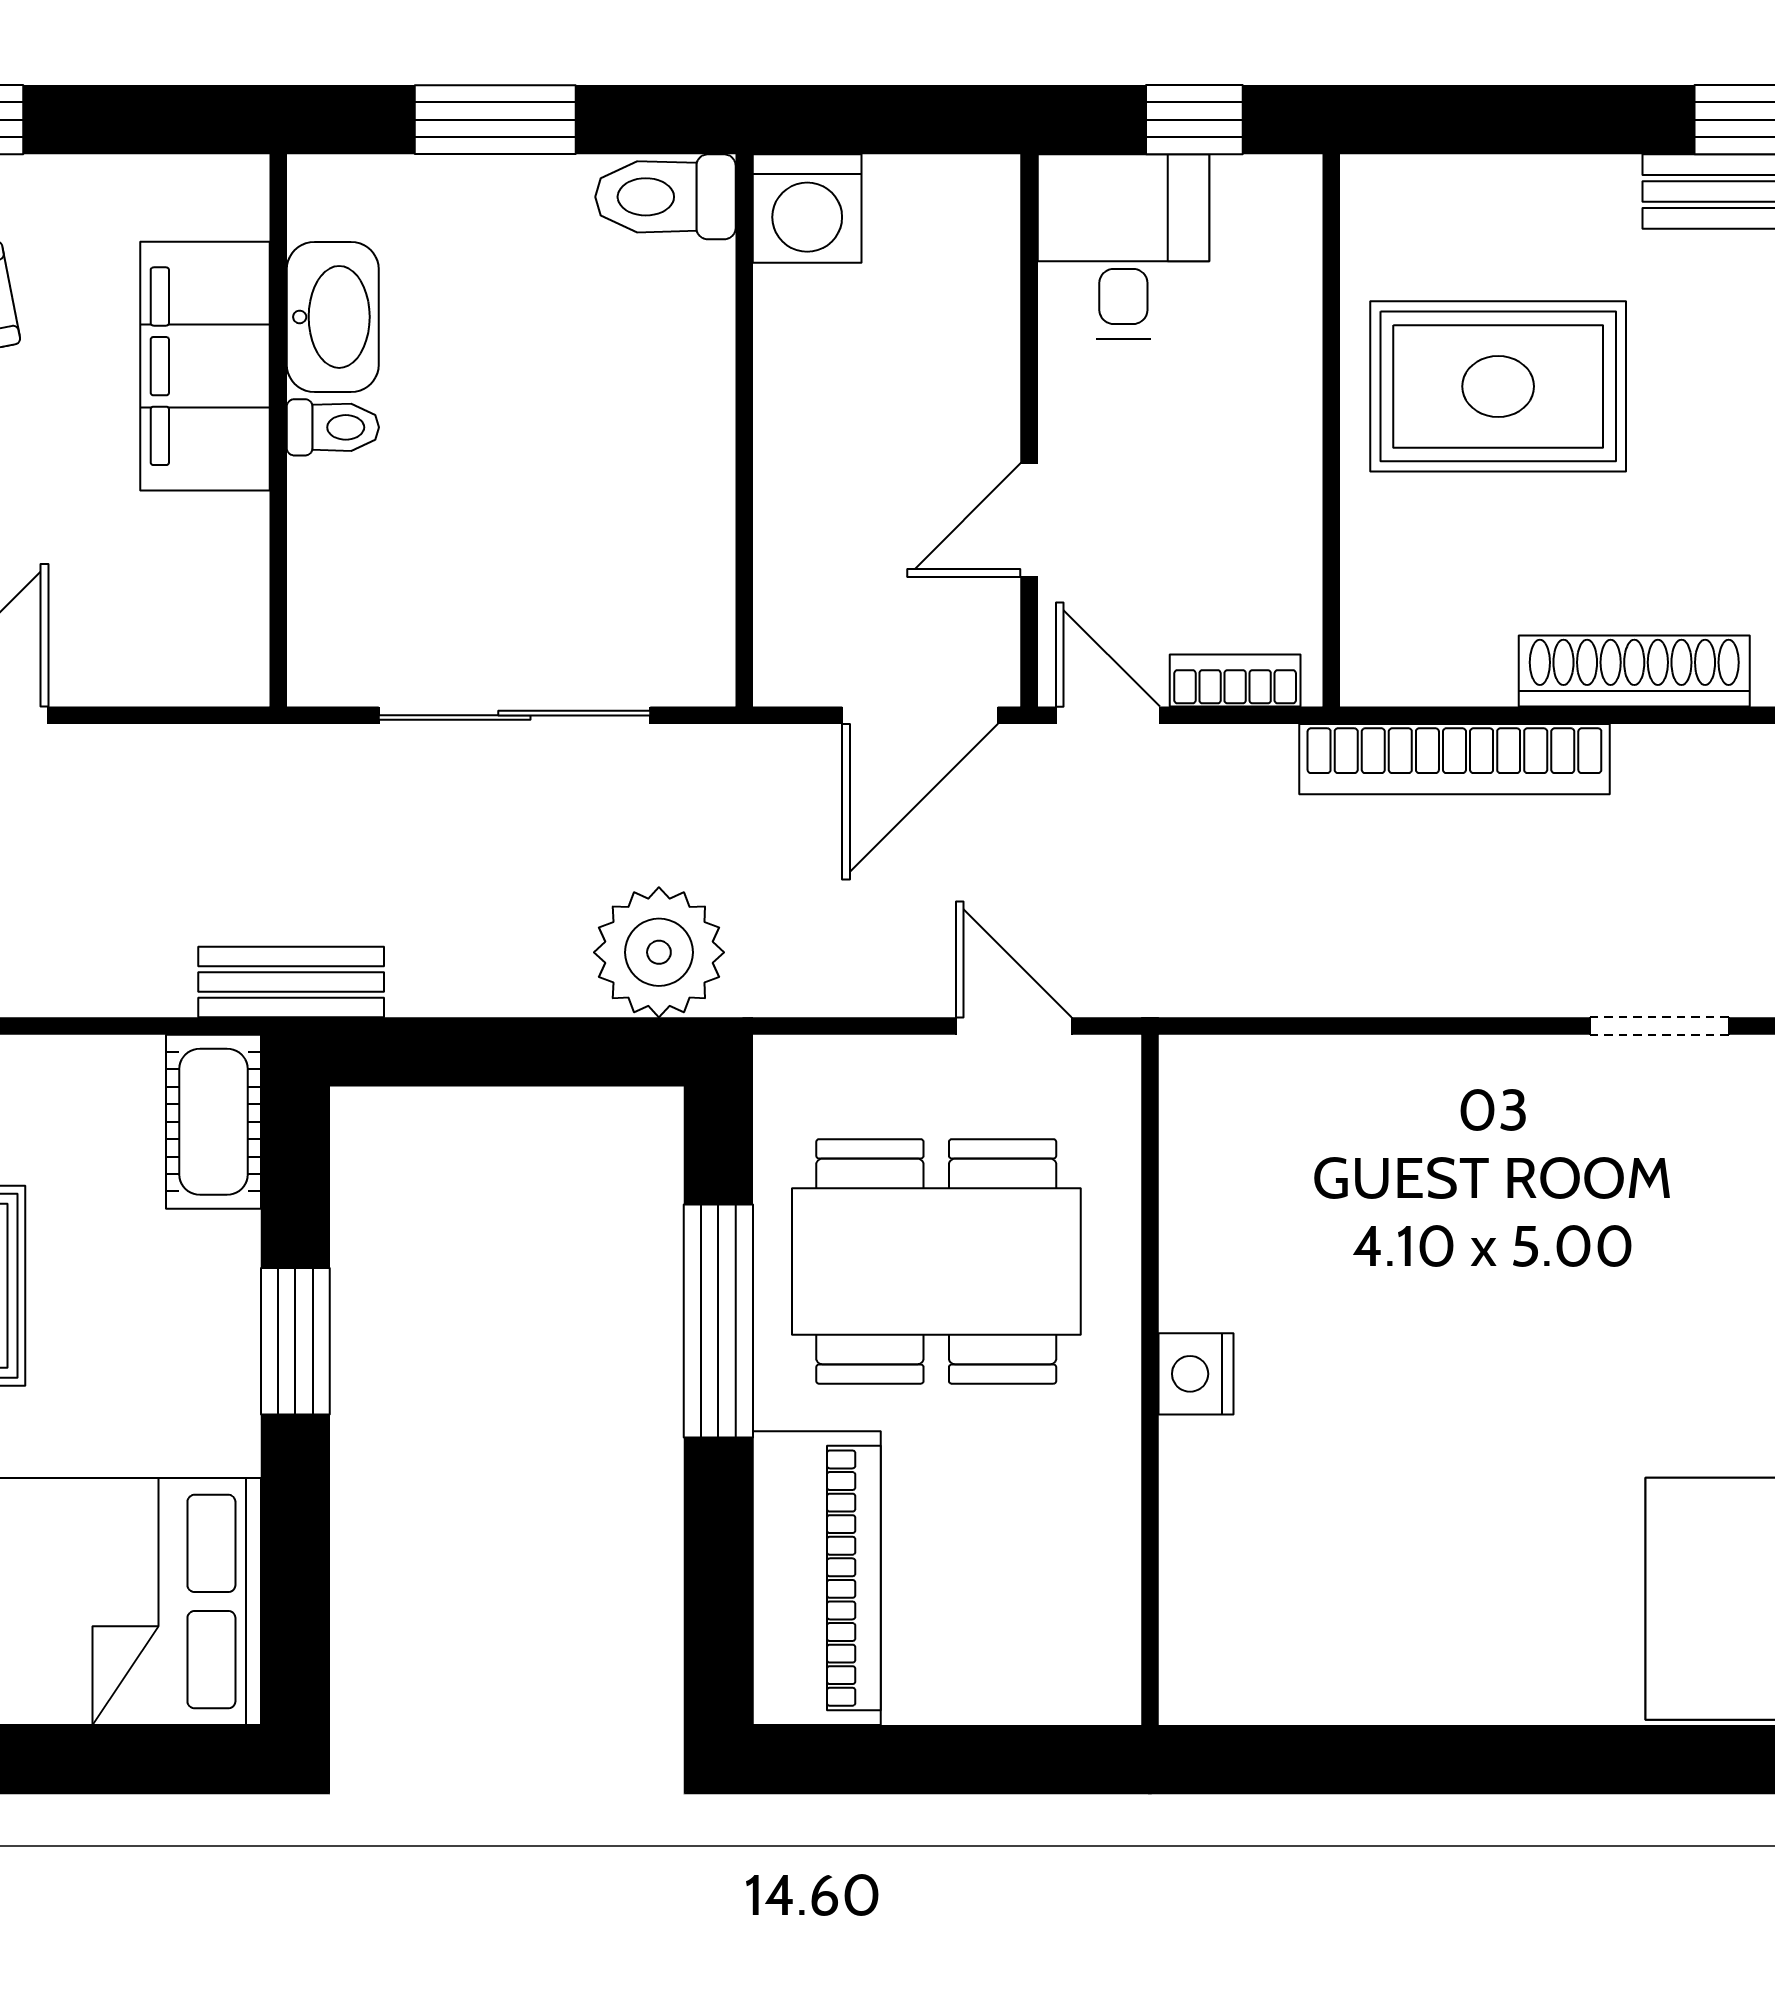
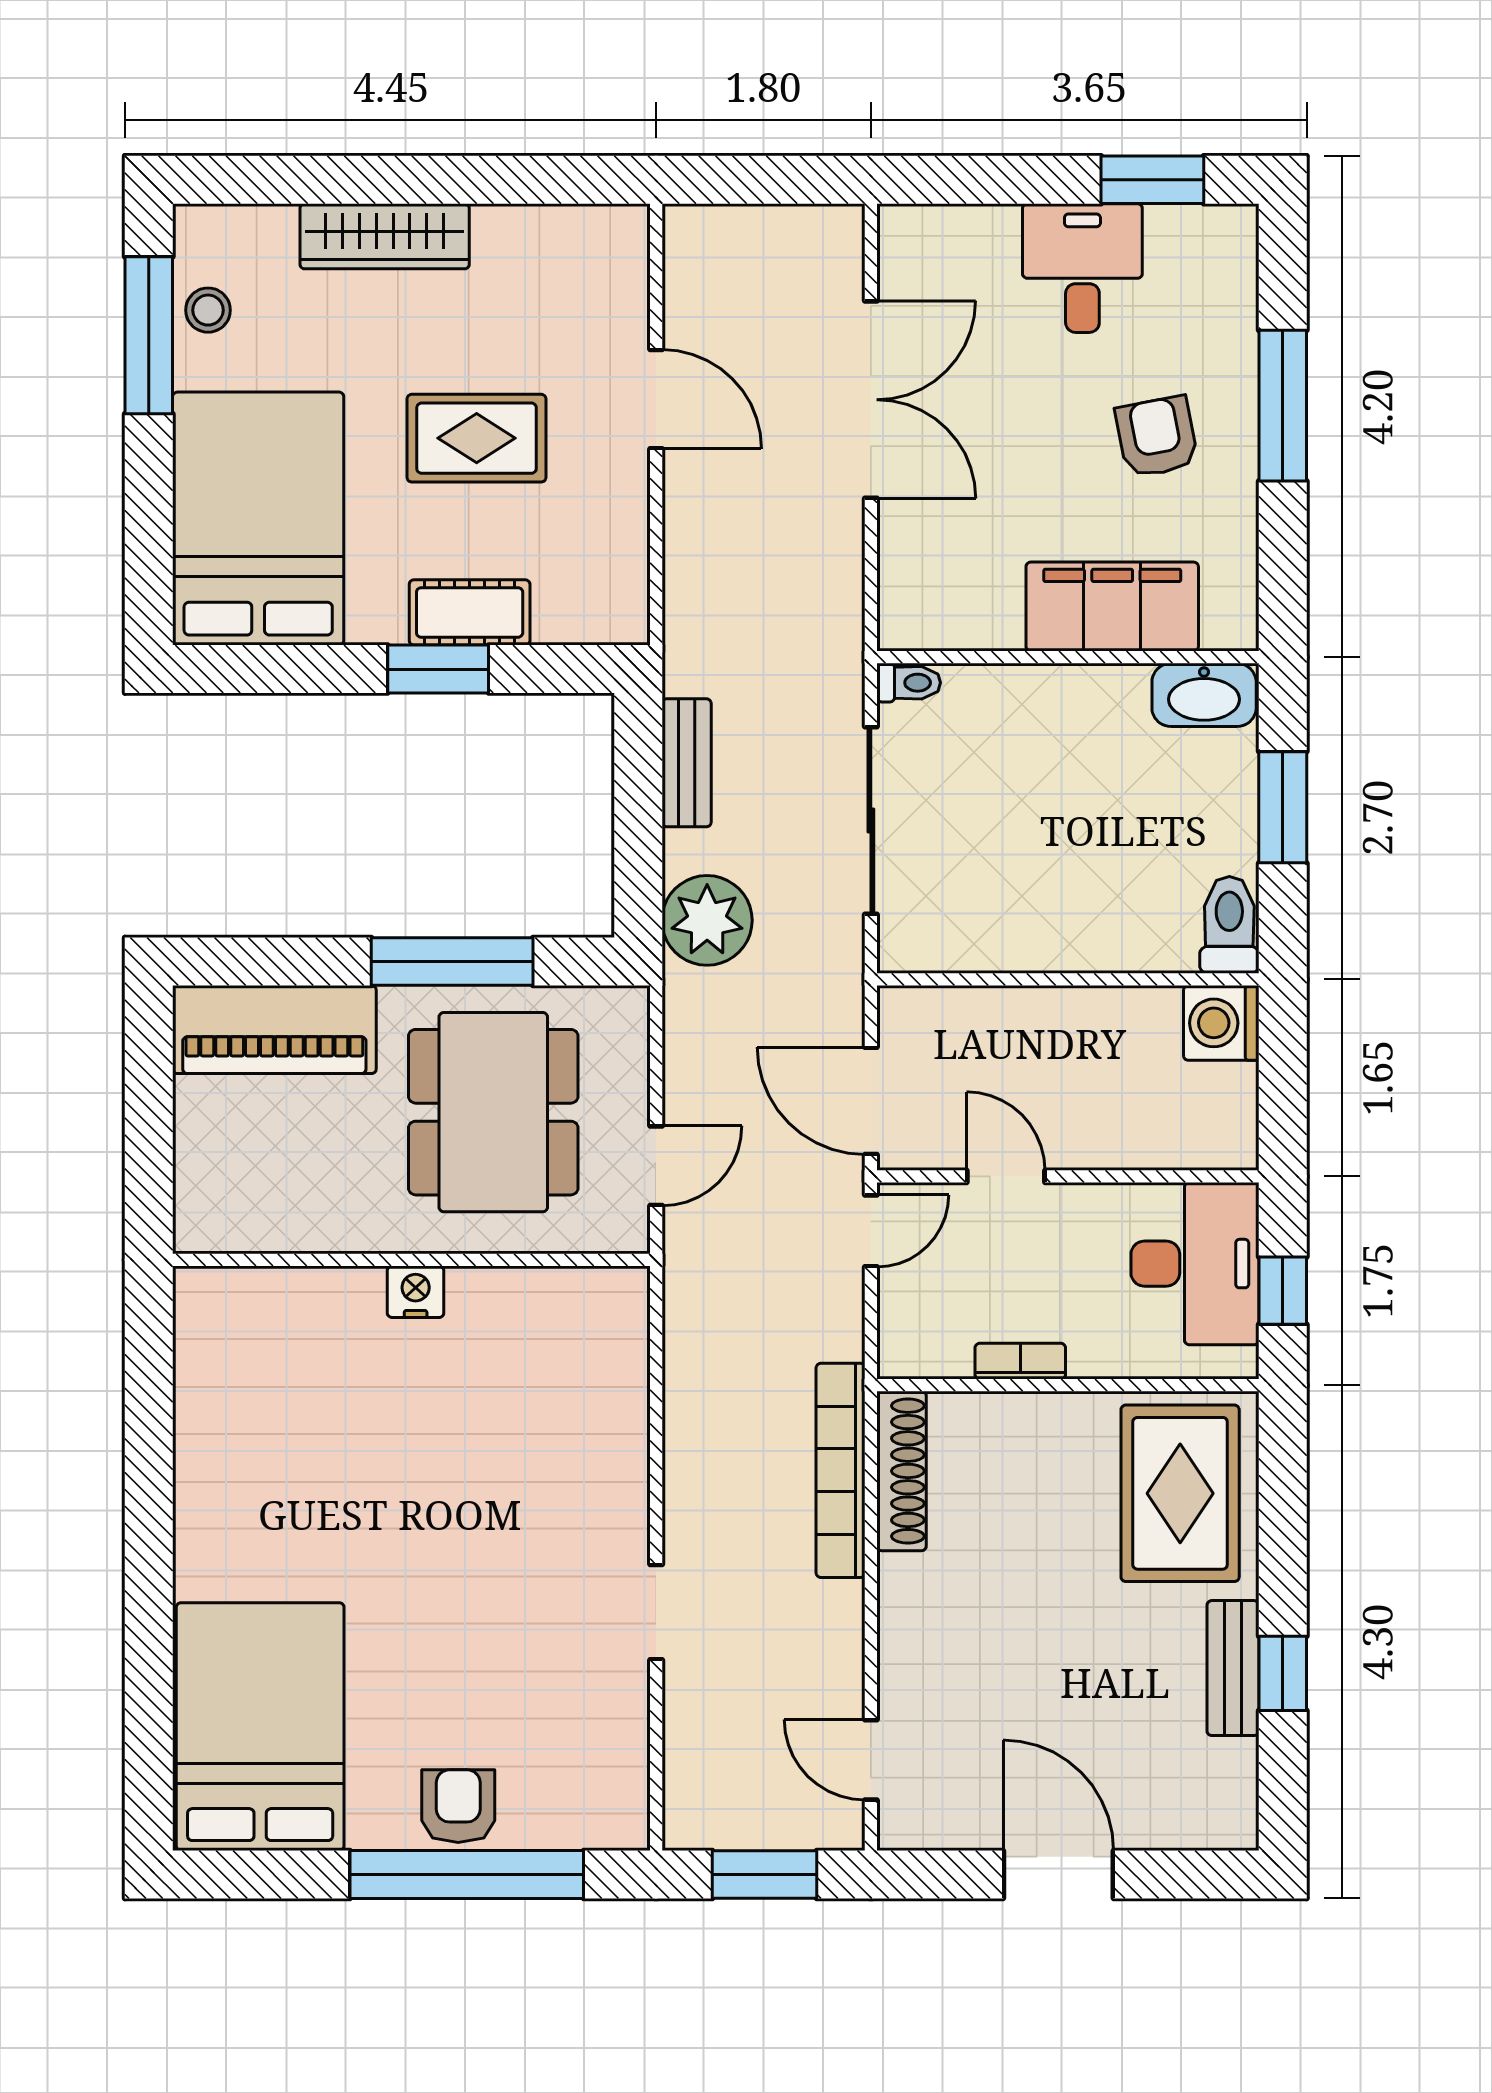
desk: (1123, 247) -> (1195, 1264), width x1.37
washbasin: (333, 317) -> (1204, 695), moved
rug: (1498, 386) -> (1180, 1493), moved
toilet: (333, 427) -> (909, 683), moved, turned -90
shoe rack: (1634, 671) -> (902, 1471), moved
bookcase: (1235, 681) -> (1020, 1361), moved, turned -90
bench: (291, 982) -> (687, 763), moved
cot: (214, 1122) -> (470, 612), moved

